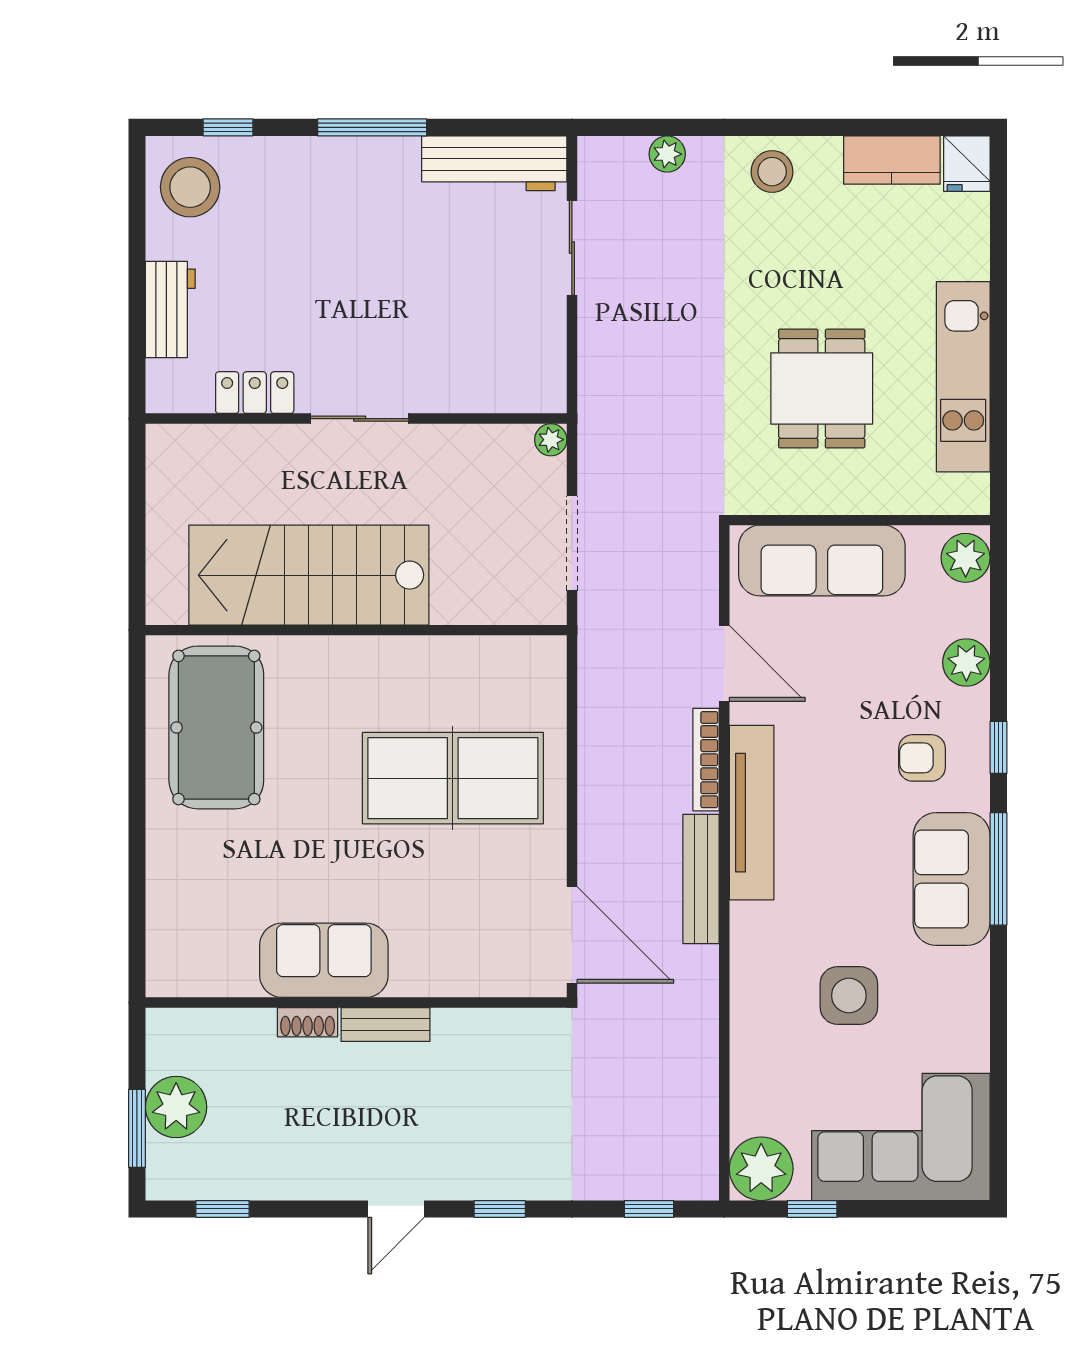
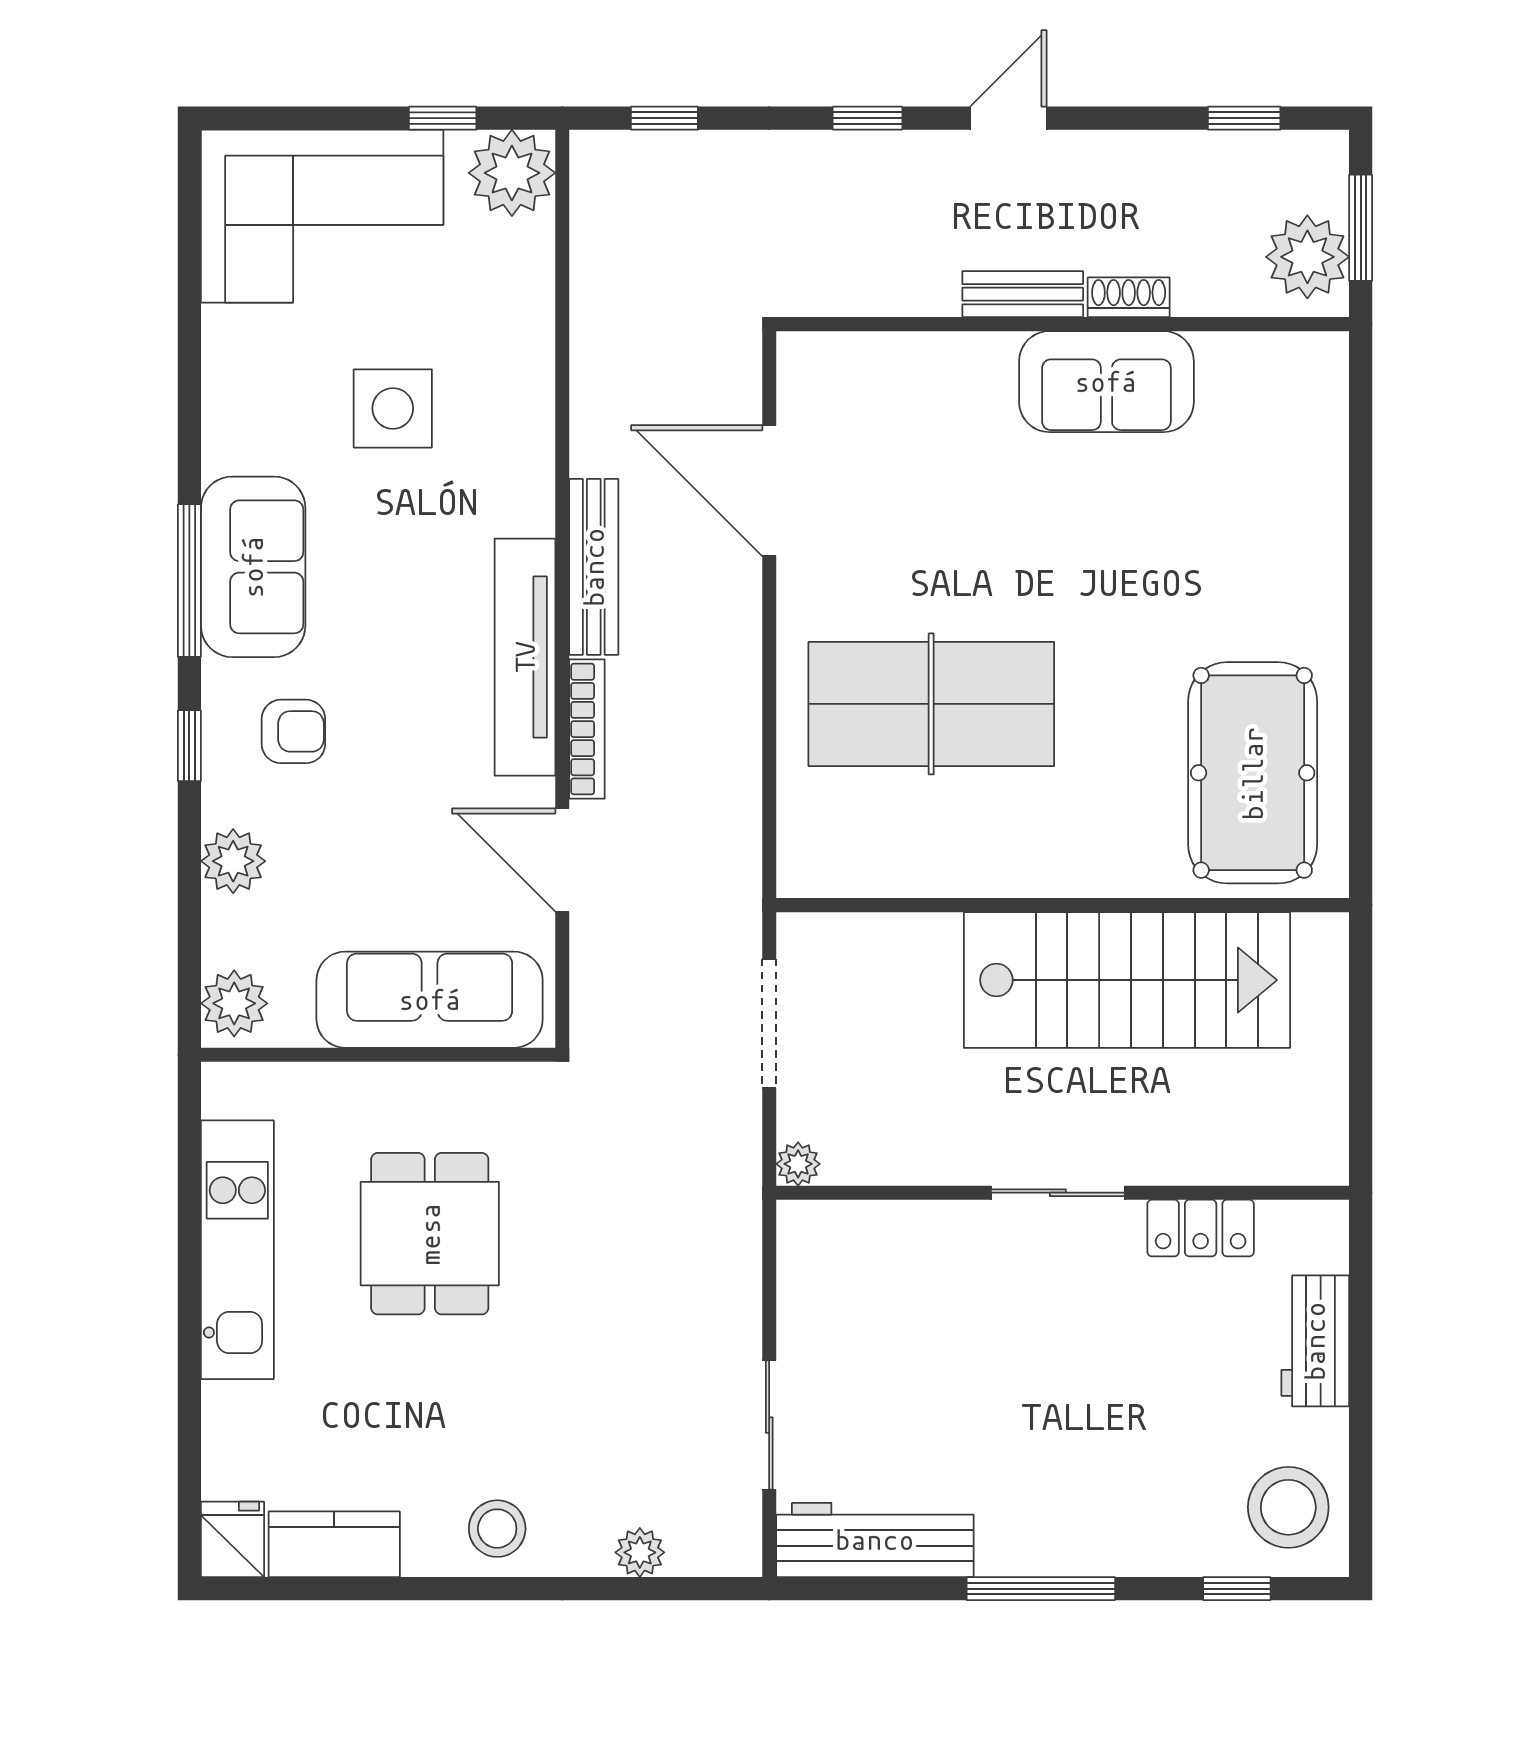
sofa: (324, 960) -> (1106, 382), moved
wall: (356, 1002) -> (1063, 324), moved
shoe rack: (308, 1022) -> (1129, 297), moved
bench: (386, 1025) -> (1023, 294), moved

